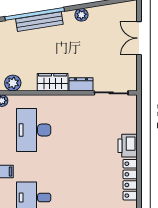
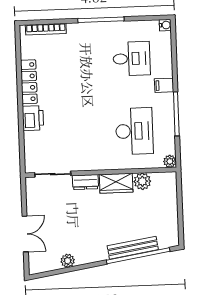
plant: (81, 15) -> (68, 261), moved
plant: (13, 83) -> (142, 181), moved

